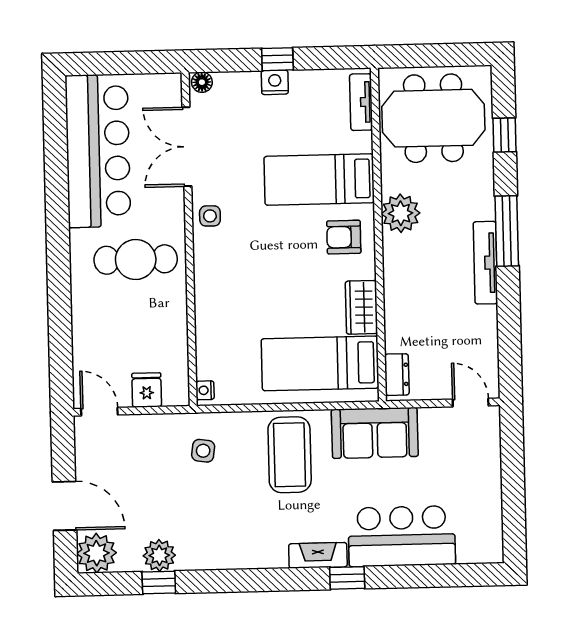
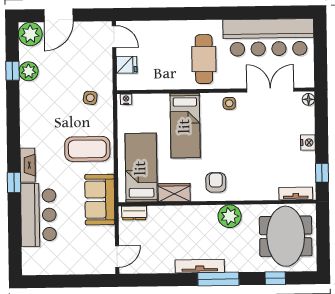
window: (277, 59) -> (322, 173), moved
bed: (319, 180) -> (185, 126), moved, turned 180
door: (99, 412) -> (114, 37), hinge flipped

